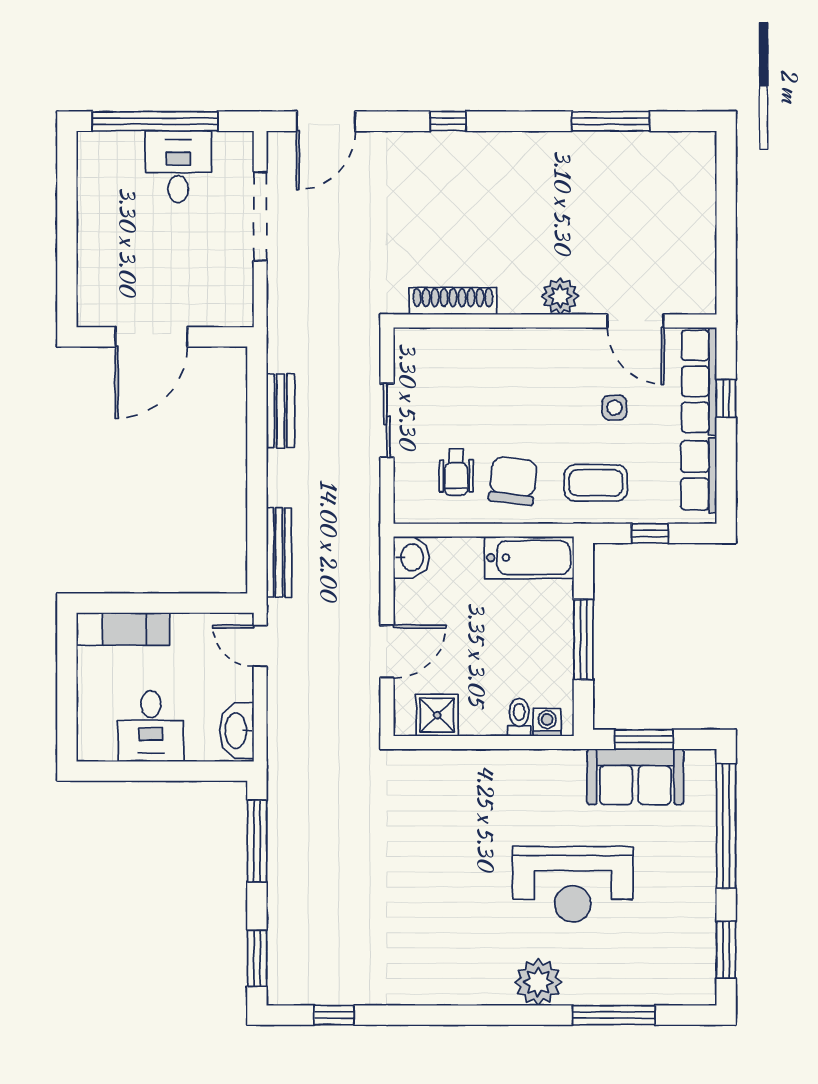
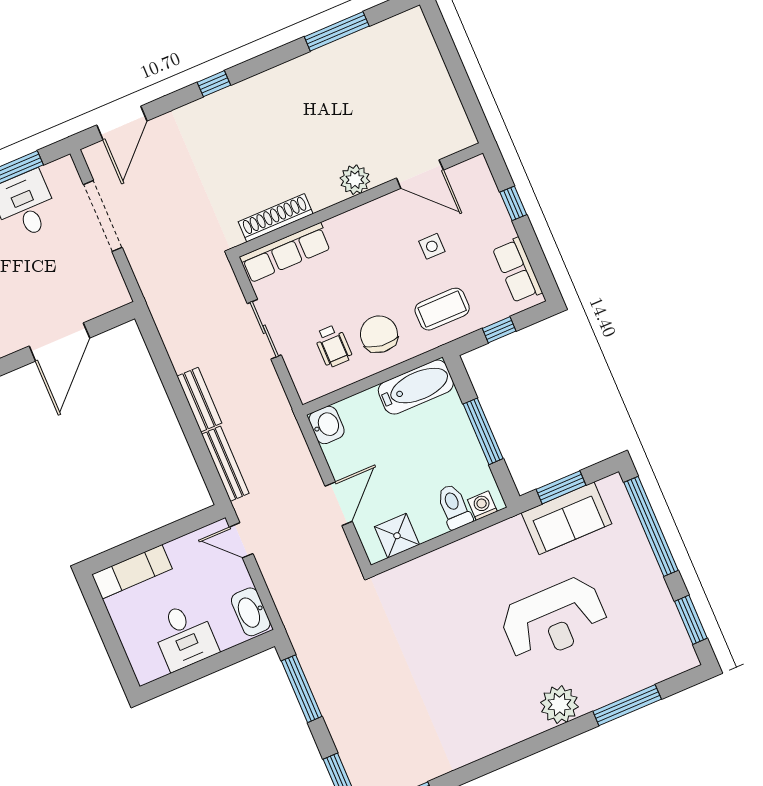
row of seats: (699, 381) -> (285, 253), moved, turned -90
bench: (281, 411) -> (199, 400), moved
toilet: (519, 717) -> (454, 507), width x1.37, depth x1.39

